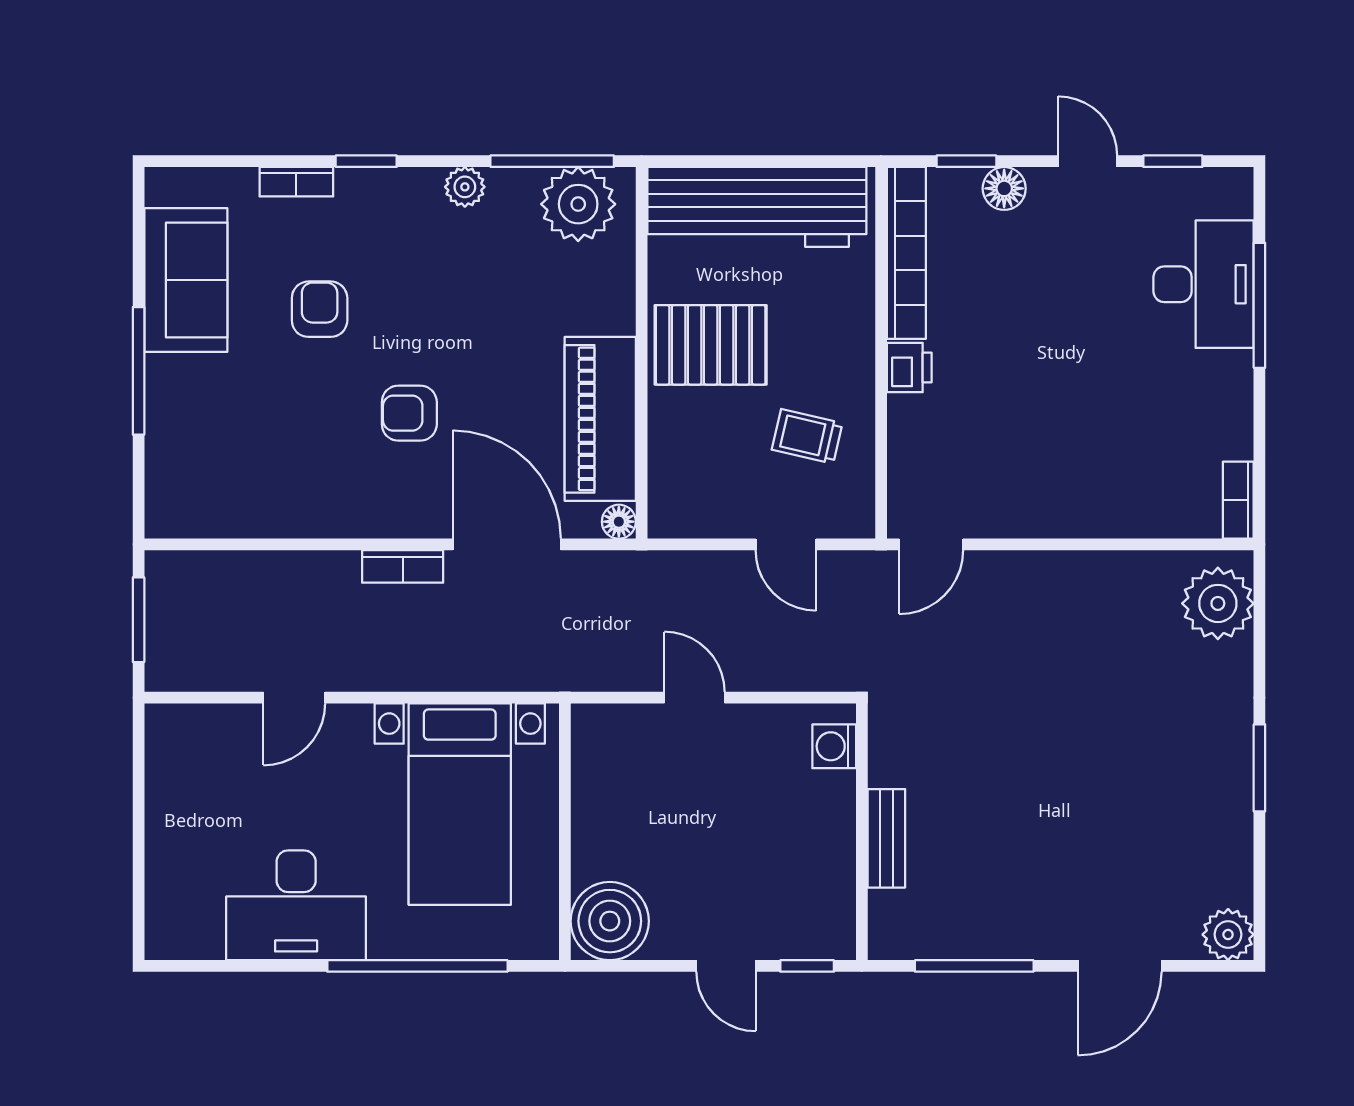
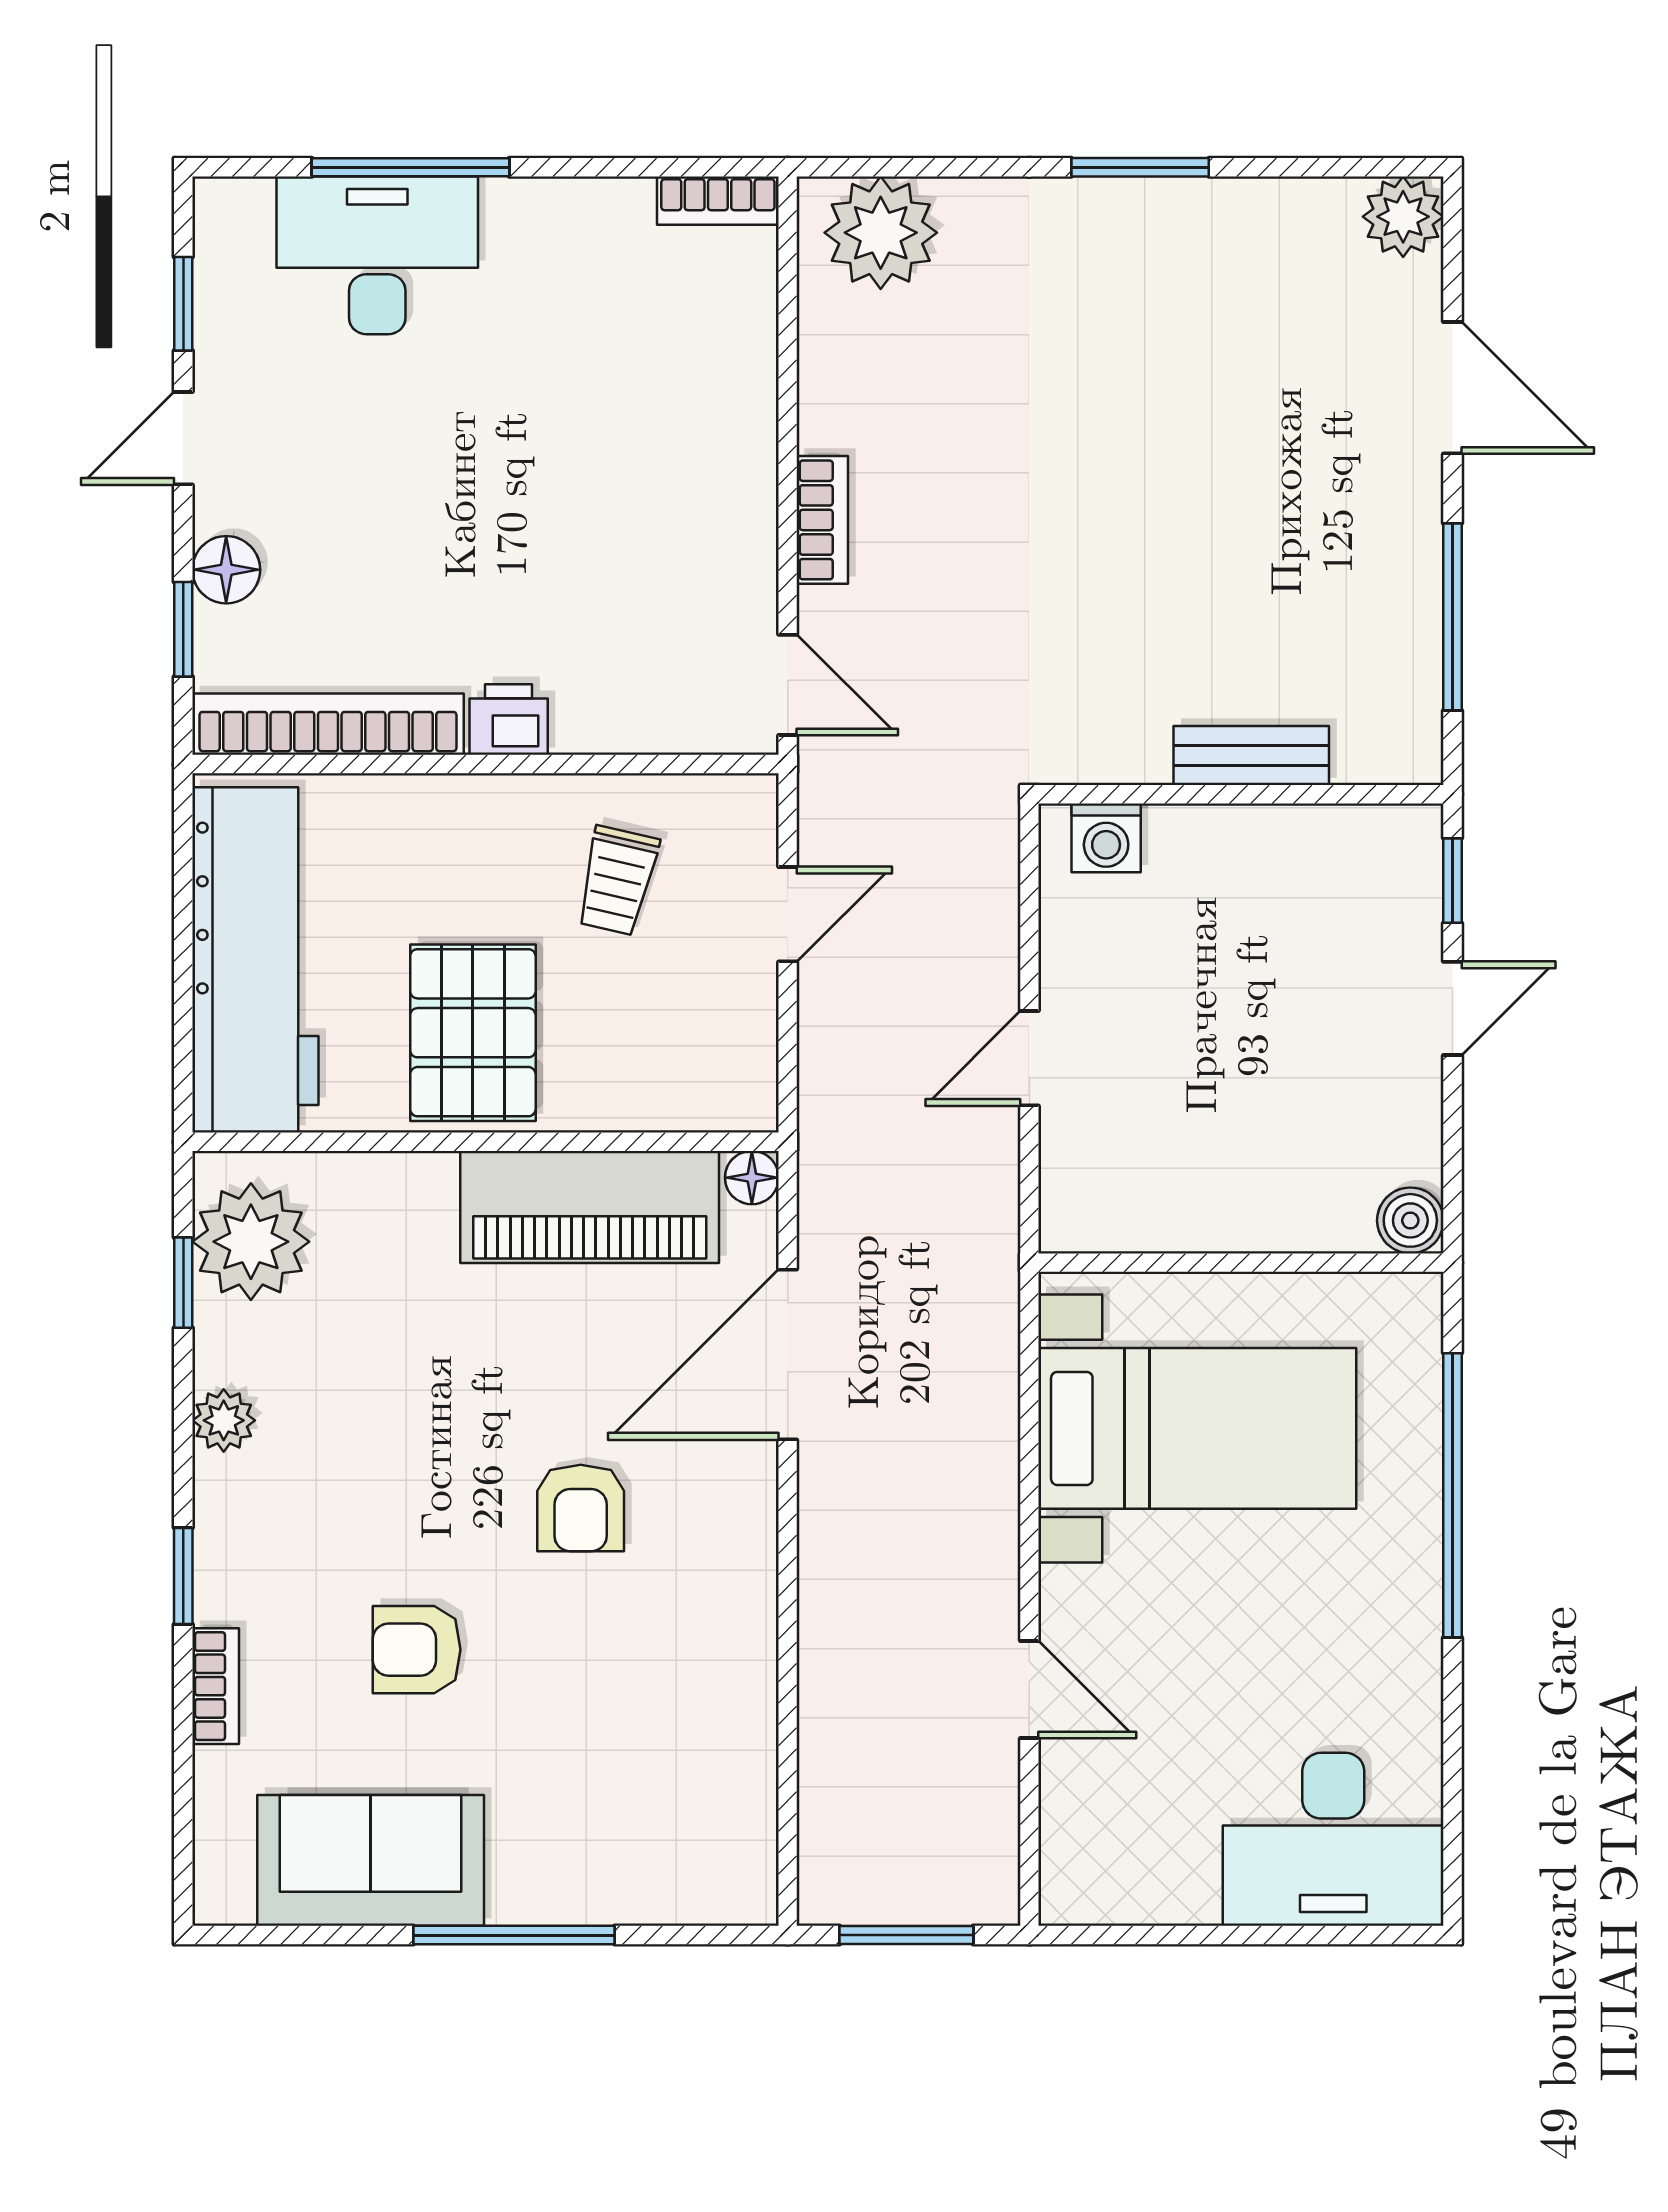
window: (552, 161) -> (183, 1283), width x0.46
bookcase: (403, 566) -> (822, 520), moved
desk: (296, 905) -> (1333, 1839), moved, turned 90
boiler: (610, 921) -> (1410, 1220), width x0.54, depth x0.54

